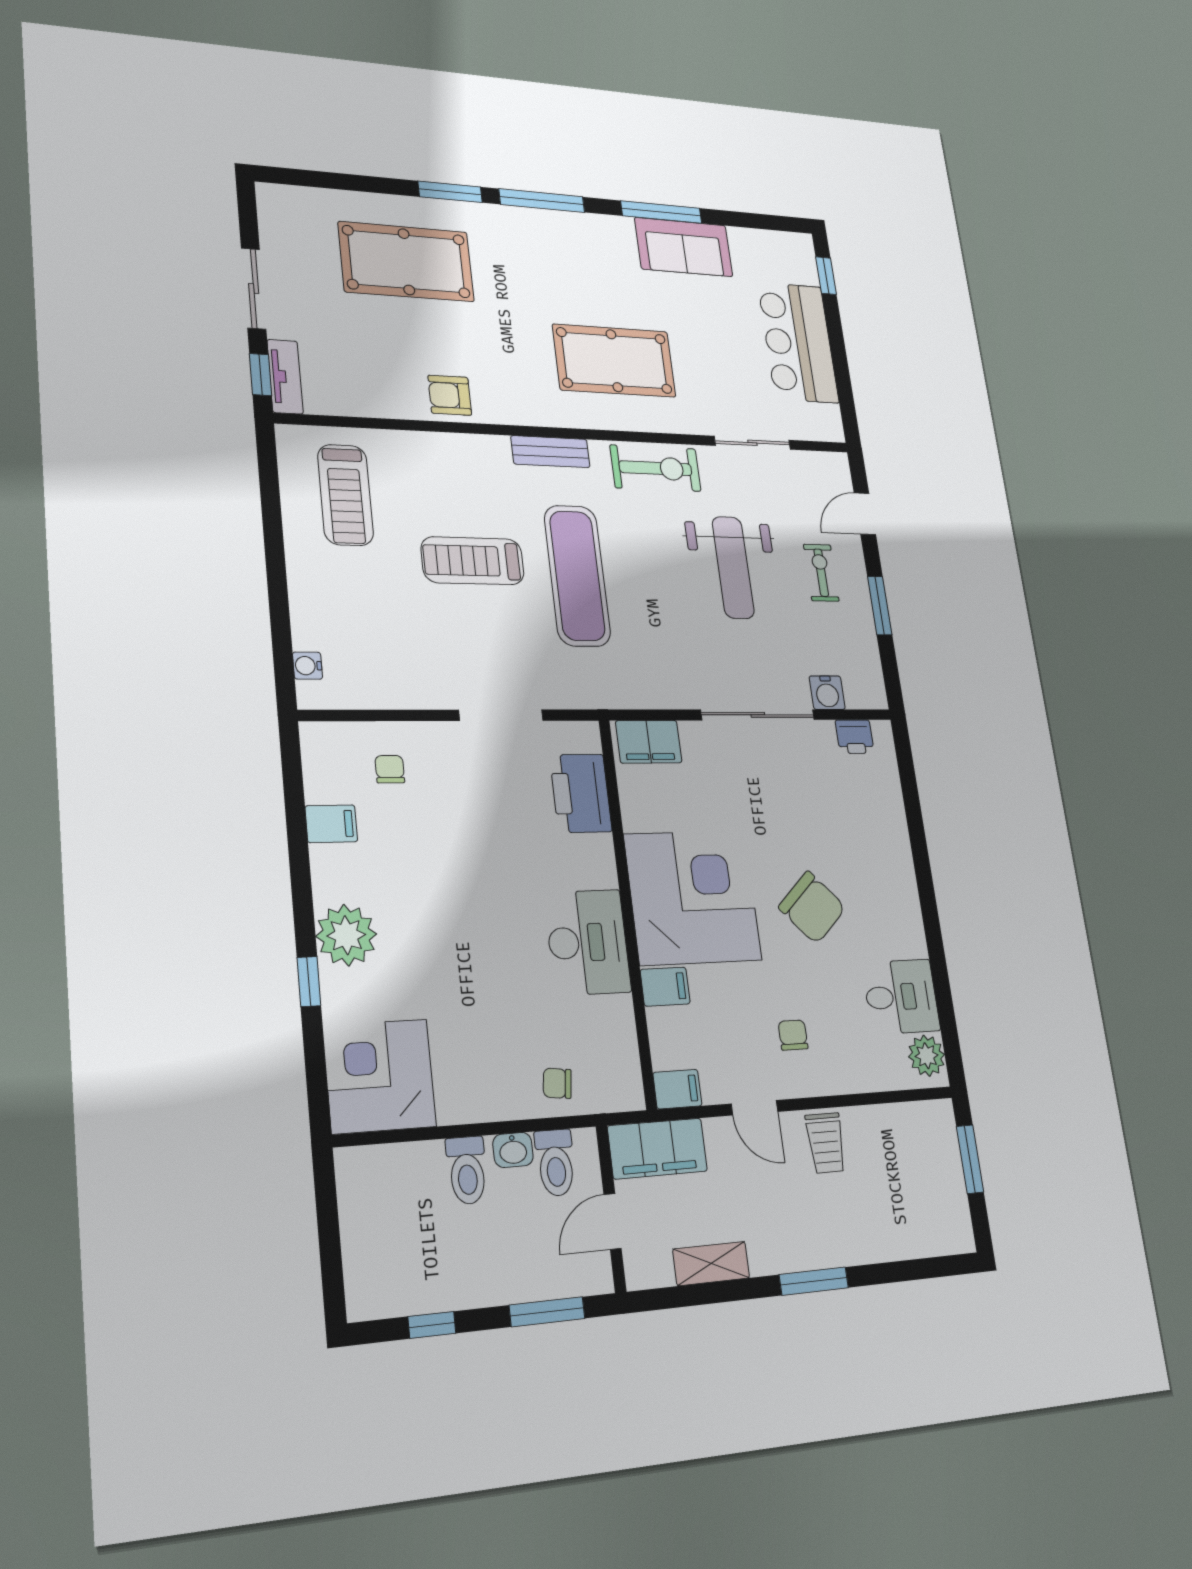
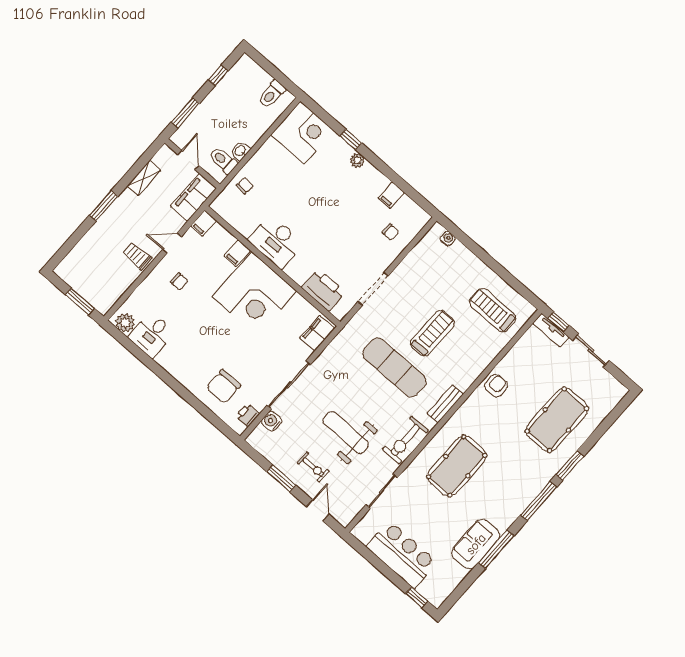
chair: (812, 907) -> (223, 386), moved, turned -47
plant: (346, 935) -> (357, 160), width x0.53, depth x0.53
toilet: (467, 1170) -> (272, 94), moved, turned -90

